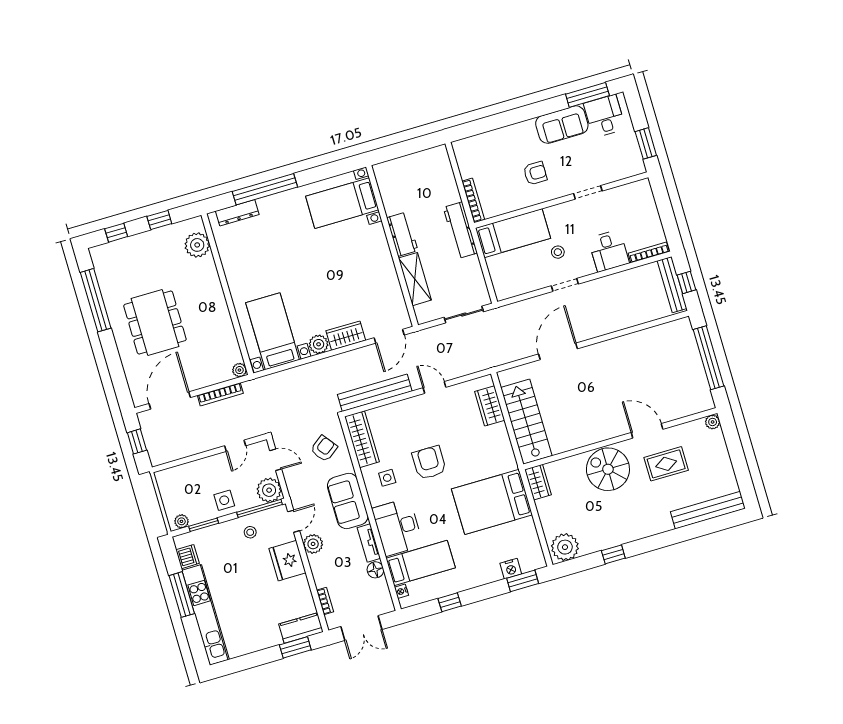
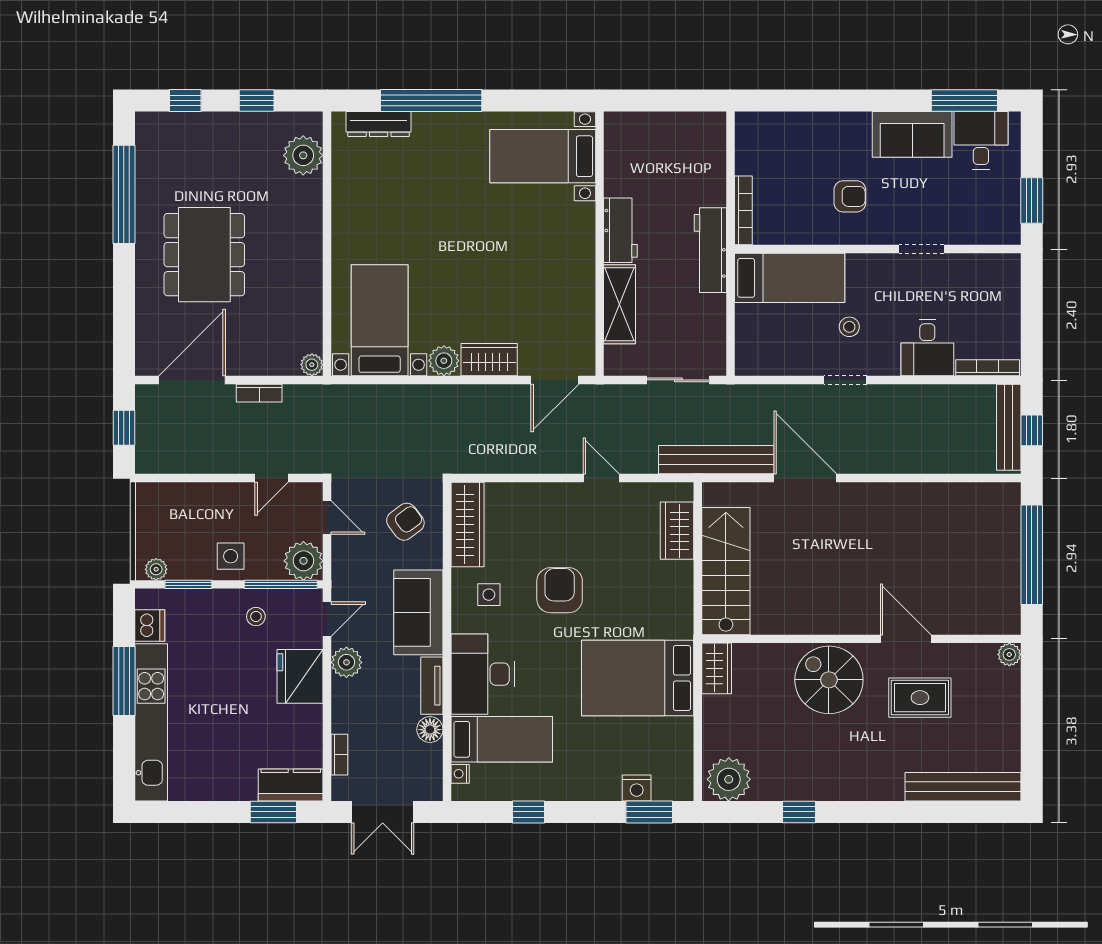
door: (558, 351) -> (805, 478), hinge flipped
bench: (375, 393) -> (716, 460), moved
bookcase: (220, 394) -> (259, 393), width x0.64

